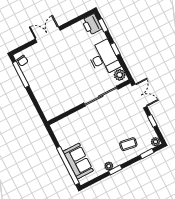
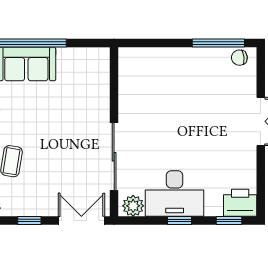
double door: (139, 96) -> (81, 221), swing flipped

